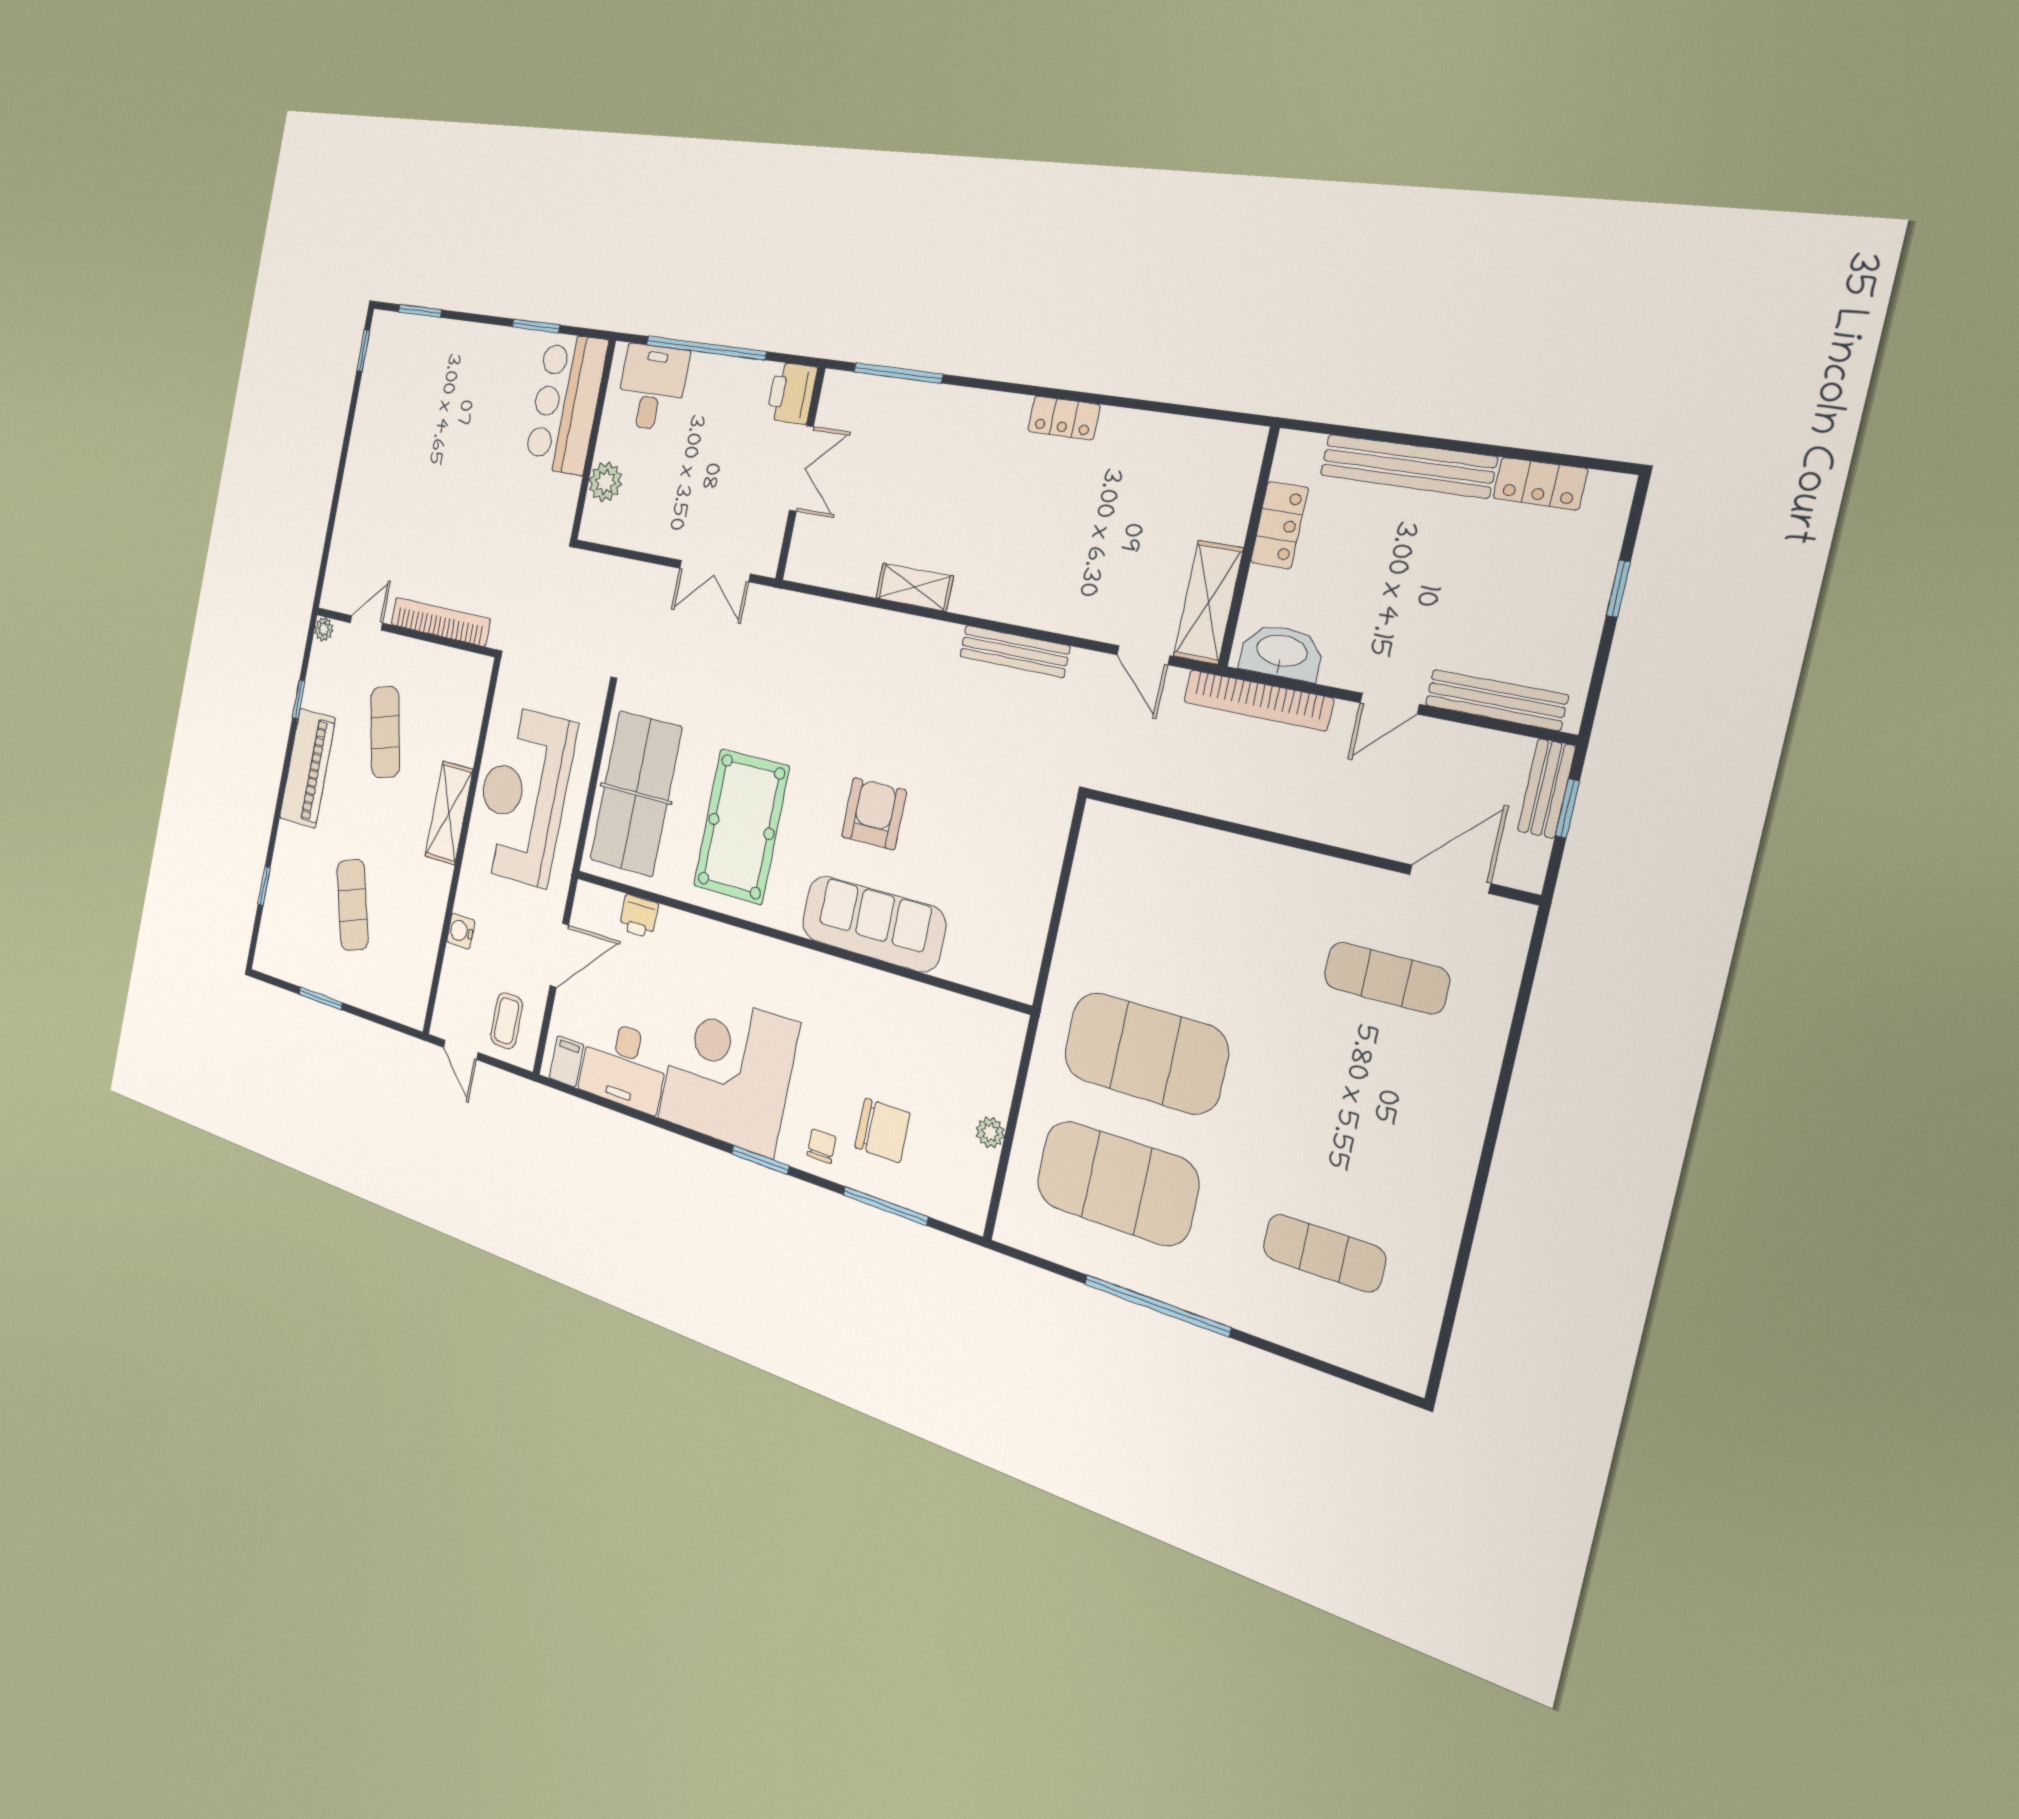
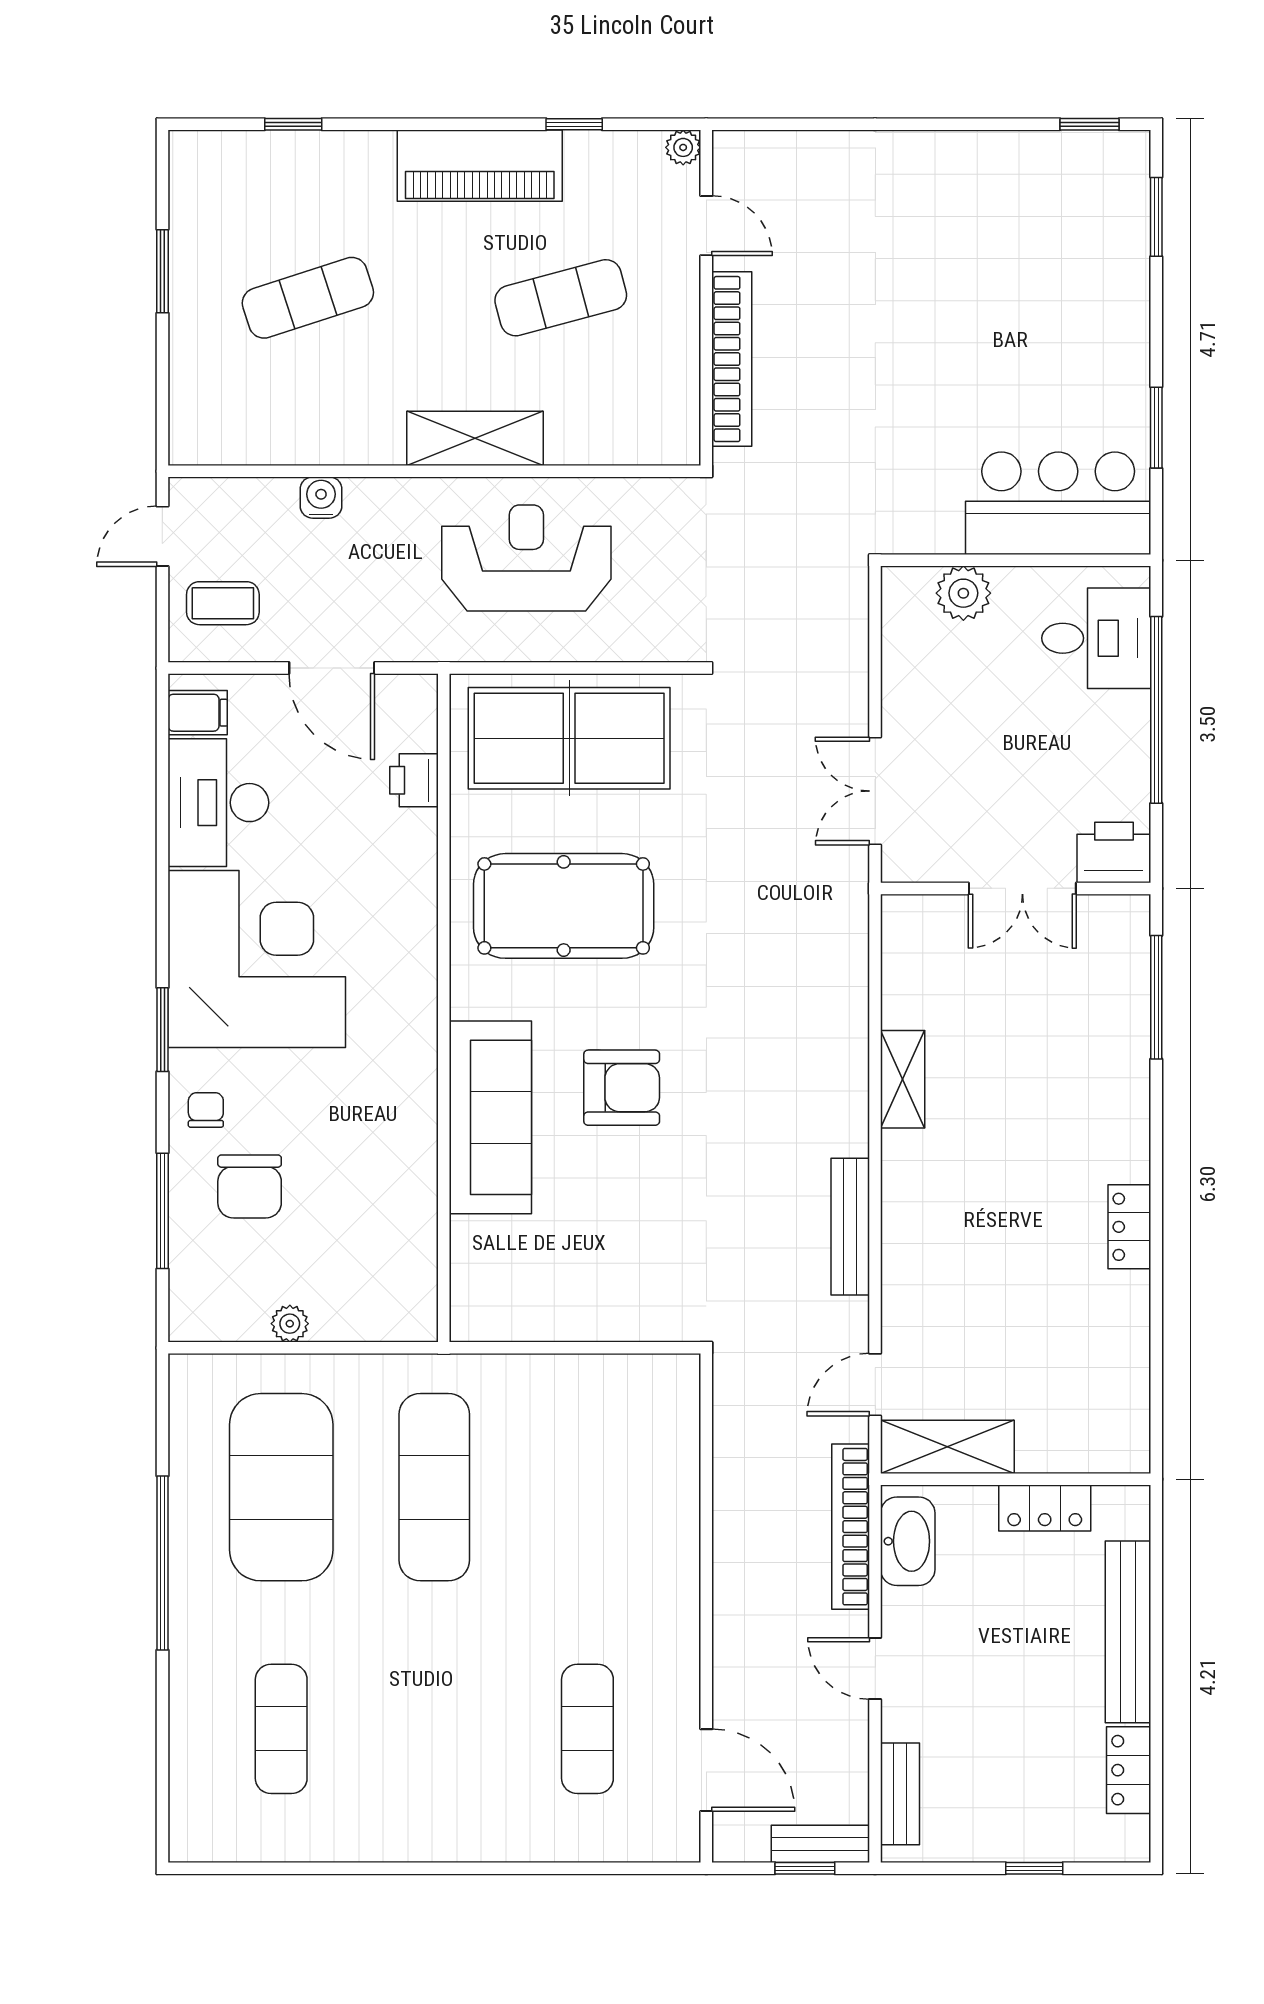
bench: (1496, 700) -> (900, 1794), width x0.73
reception desk: (523, 796) -> (526, 558), width x0.74, depth x0.77
exercise mat: (1145, 1053) -> (434, 1487), width x0.68
chair: (822, 1146) -> (206, 1110), turned -90

